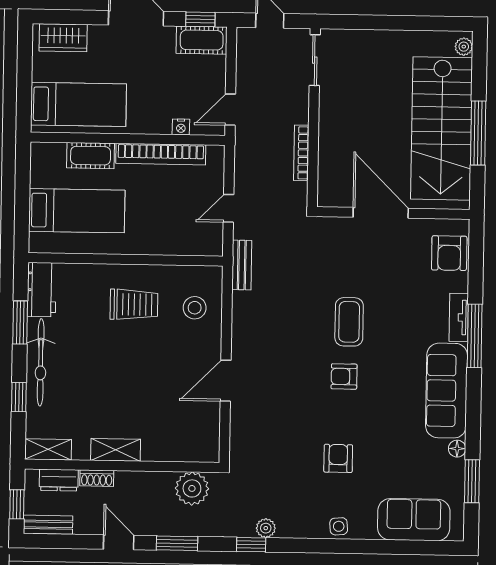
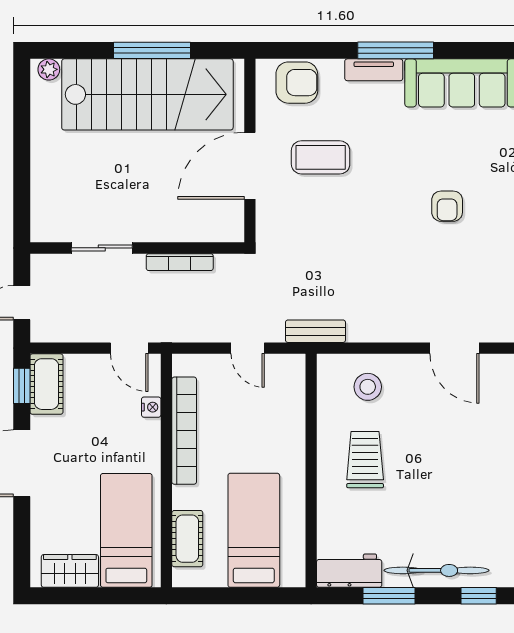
wardrobe: (63, 38) -> (70, 571), moved, turned -90
sliding door: (315, 60) -> (102, 248), moved
cot: (91, 156) -> (187, 539), moved
coffee table: (349, 322) -> (321, 157), moved

